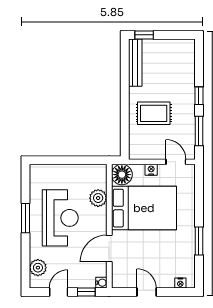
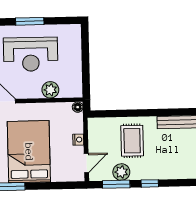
plant: (186, 125) -> (121, 172), added
floor lamp: (122, 175) -> (78, 107), width x0.53, depth x0.53
bed: (144, 208) -> (29, 152), moved, turned 180

